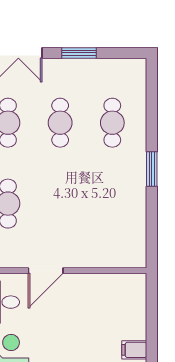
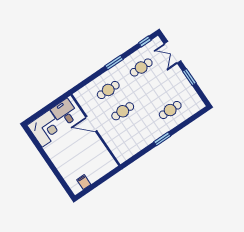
cafe table: (60, 123) -> (123, 111), moved

